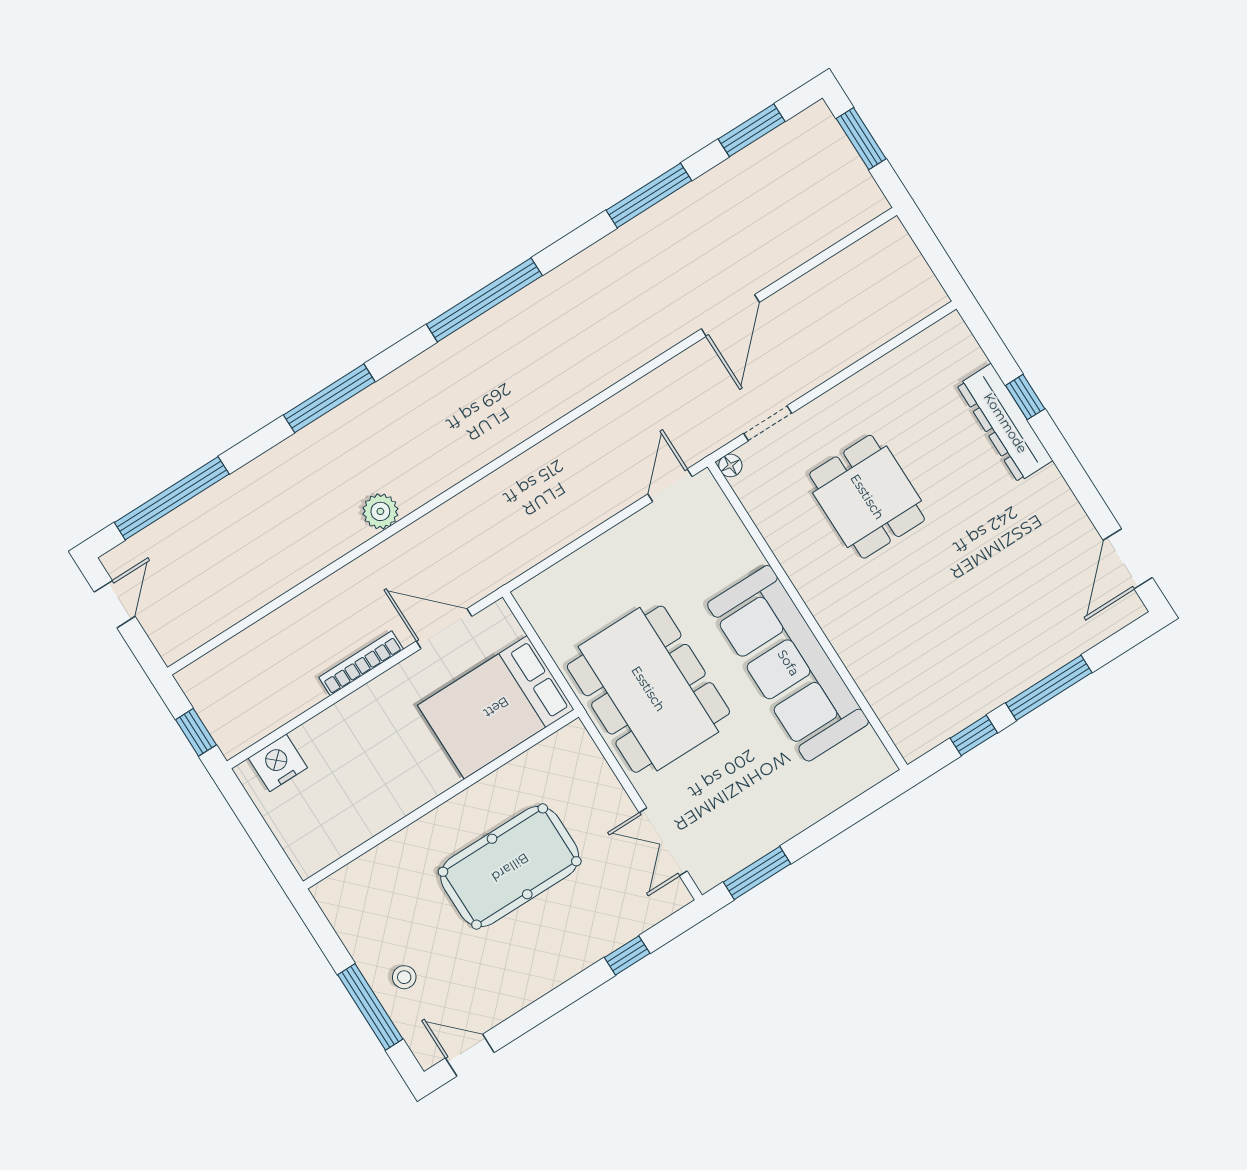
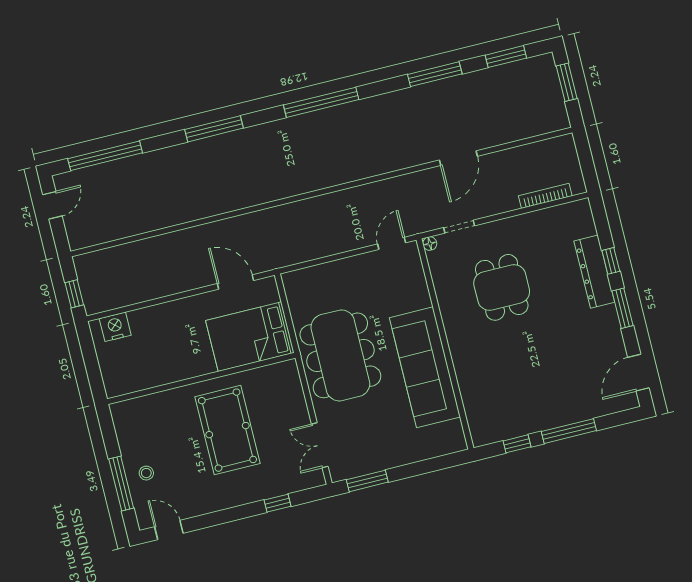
window: (1069, 466) -> (623, 308), added
plant: (380, 511) -> (222, 203), removed
bookcase: (361, 663) -> (545, 196), moved
pool table: (510, 867) -> (227, 430), turned 90

